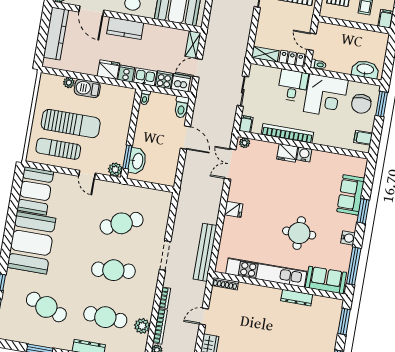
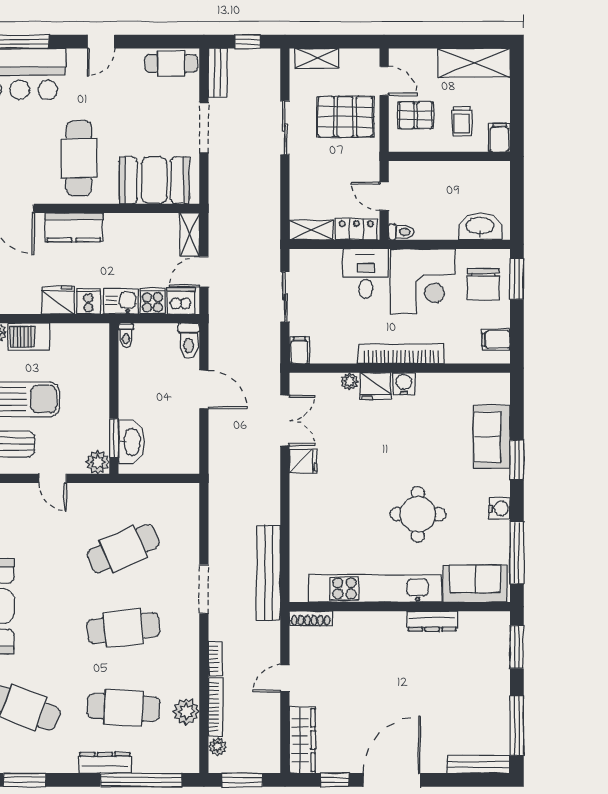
bookcase: (287, 133) -> (401, 354), moved
plant: (245, 143) -> (349, 381), moved
double door: (230, 164) -> (285, 421), swing flipped
fridge: (234, 209) -> (303, 461), moved

